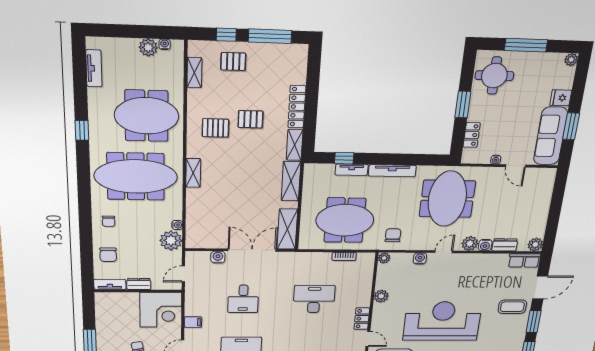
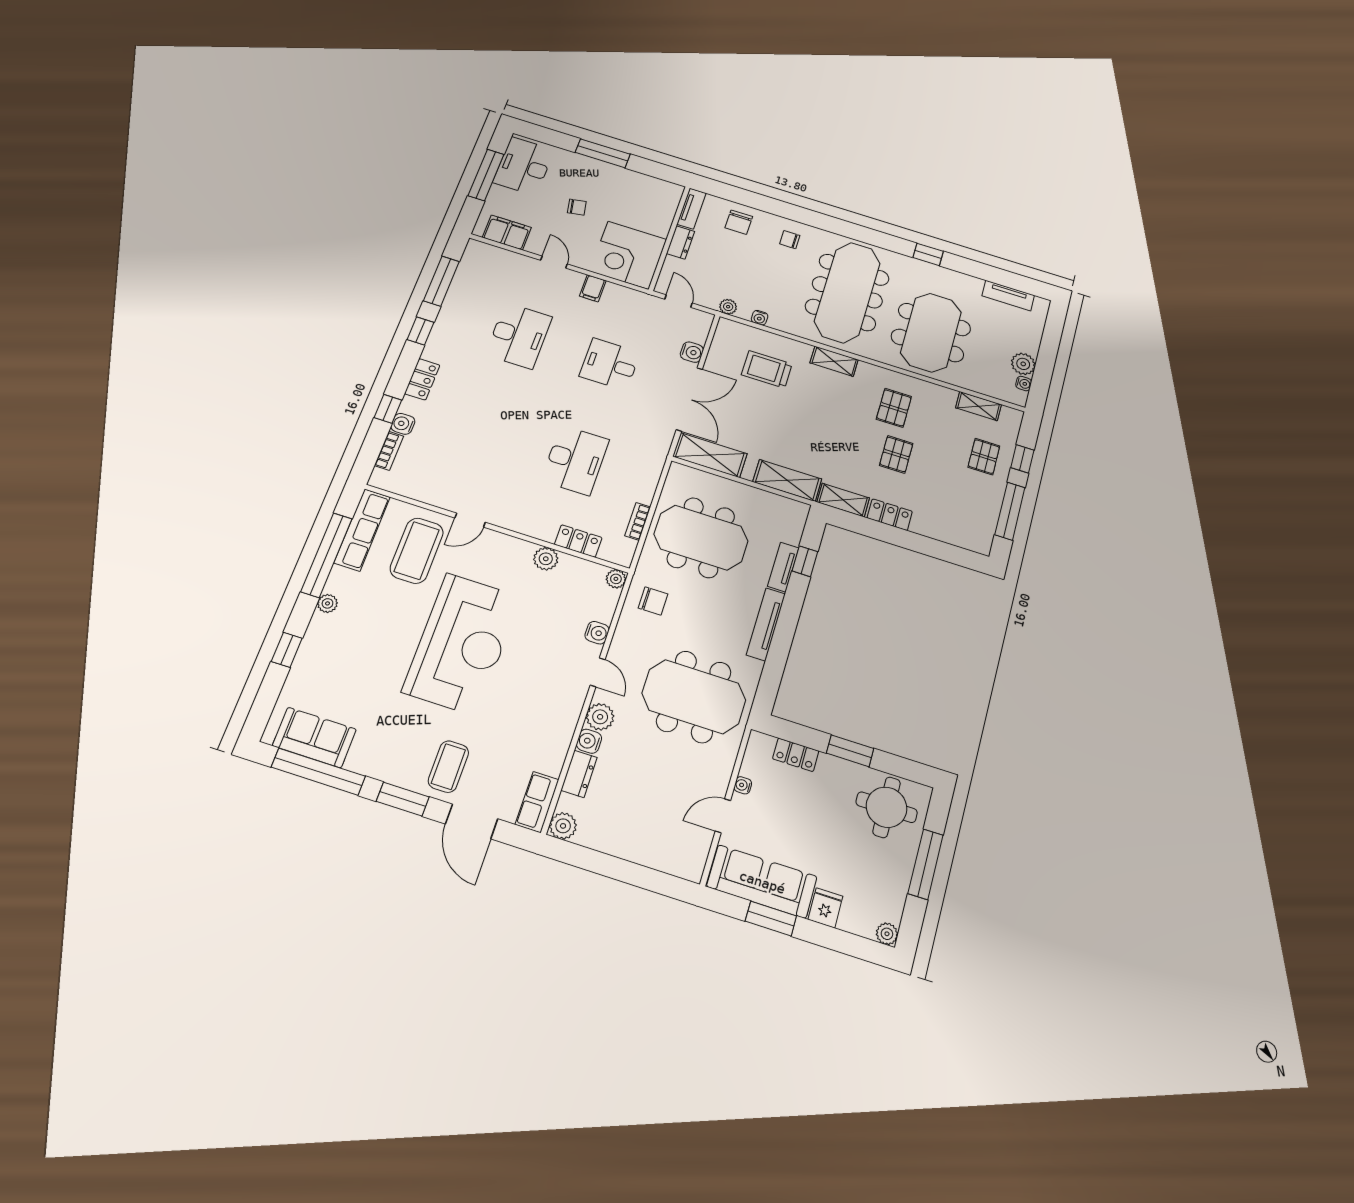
locker: (297, 107) -> (890, 515), width x0.66
trolley: (214, 212) -> (767, 369), added
meeting table: (345, 220) -> (701, 538), turned 90
plant: (171, 240) -> (728, 307), width x0.53, depth x0.53
chair: (108, 255) -> (739, 222), turned -90
locker: (362, 319) -> (578, 541), moved

